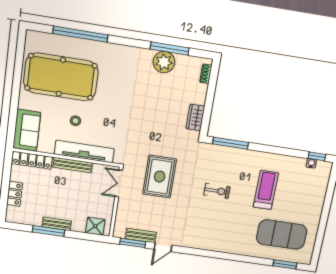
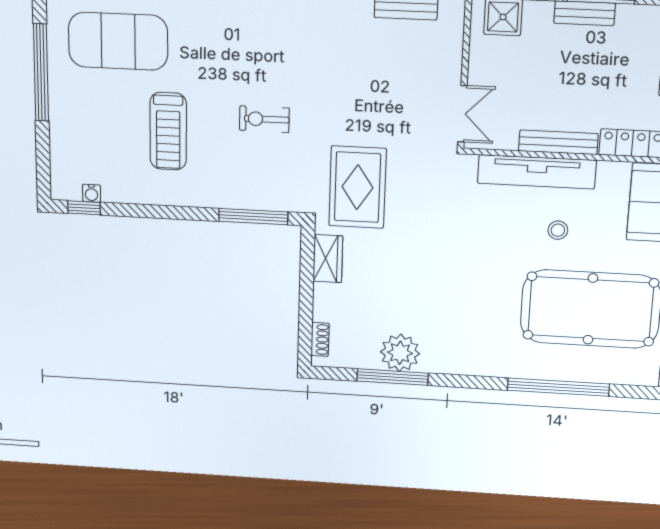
rug: (160, 177) -> (357, 187), moved
window: (323, 224) -> (41, 73), added

